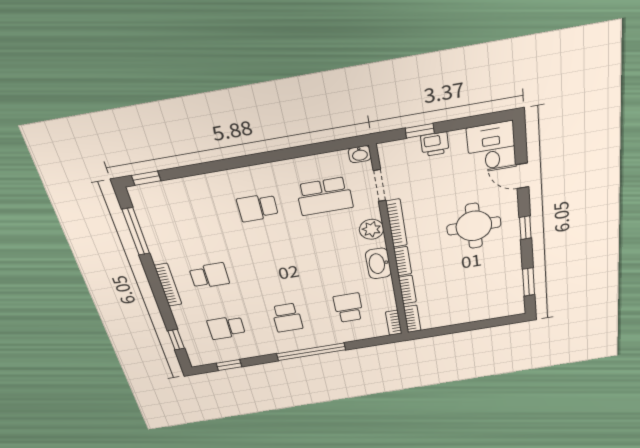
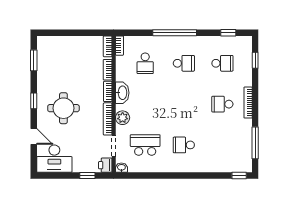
printer: (435, 144) -> (105, 165), moved, turned -90
desk: (491, 146) -> (54, 159), width x1.37
school desk: (257, 208) -> (184, 145), turned 180
school desk: (287, 318) -> (184, 63), turned 90

